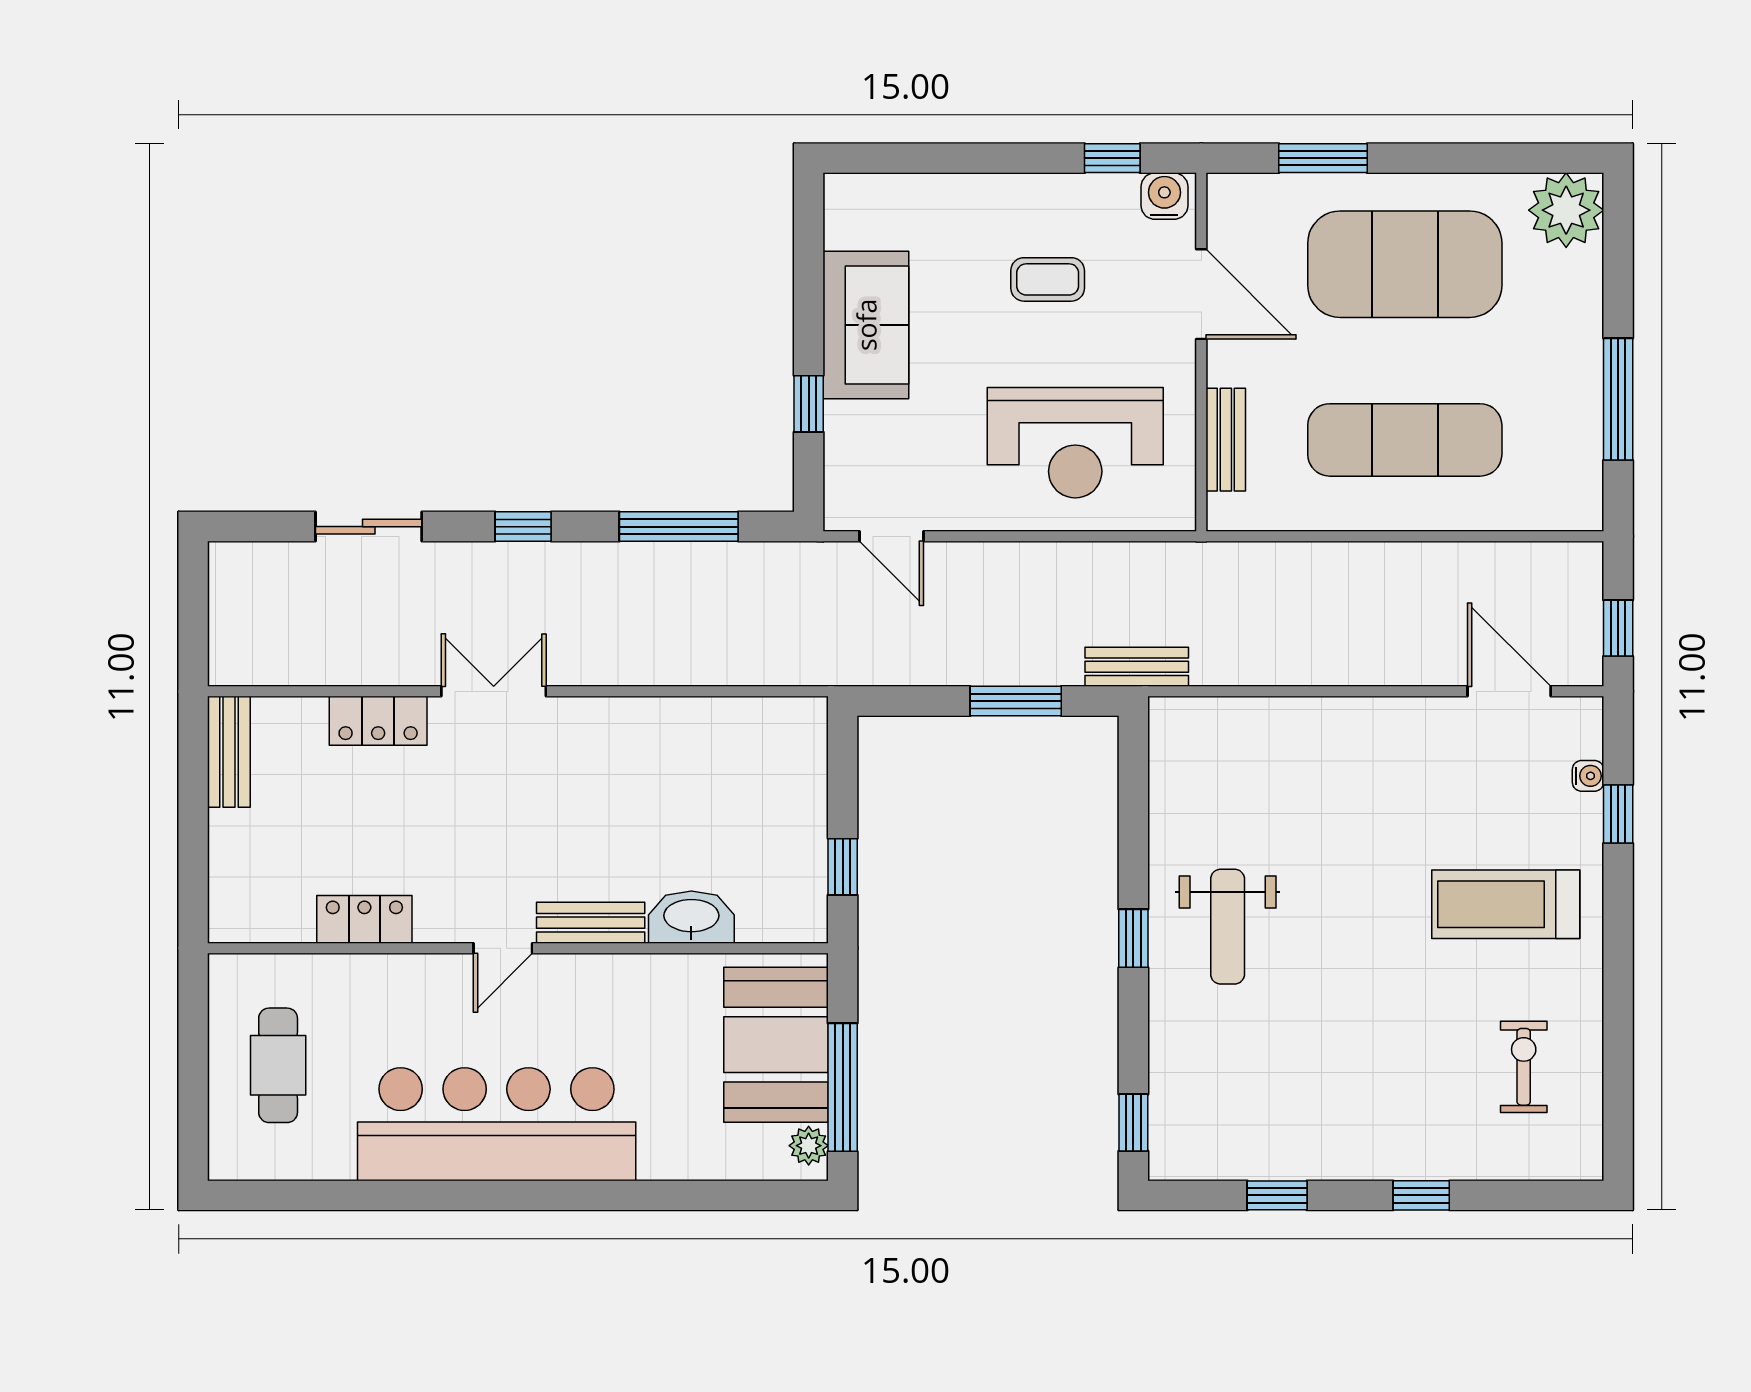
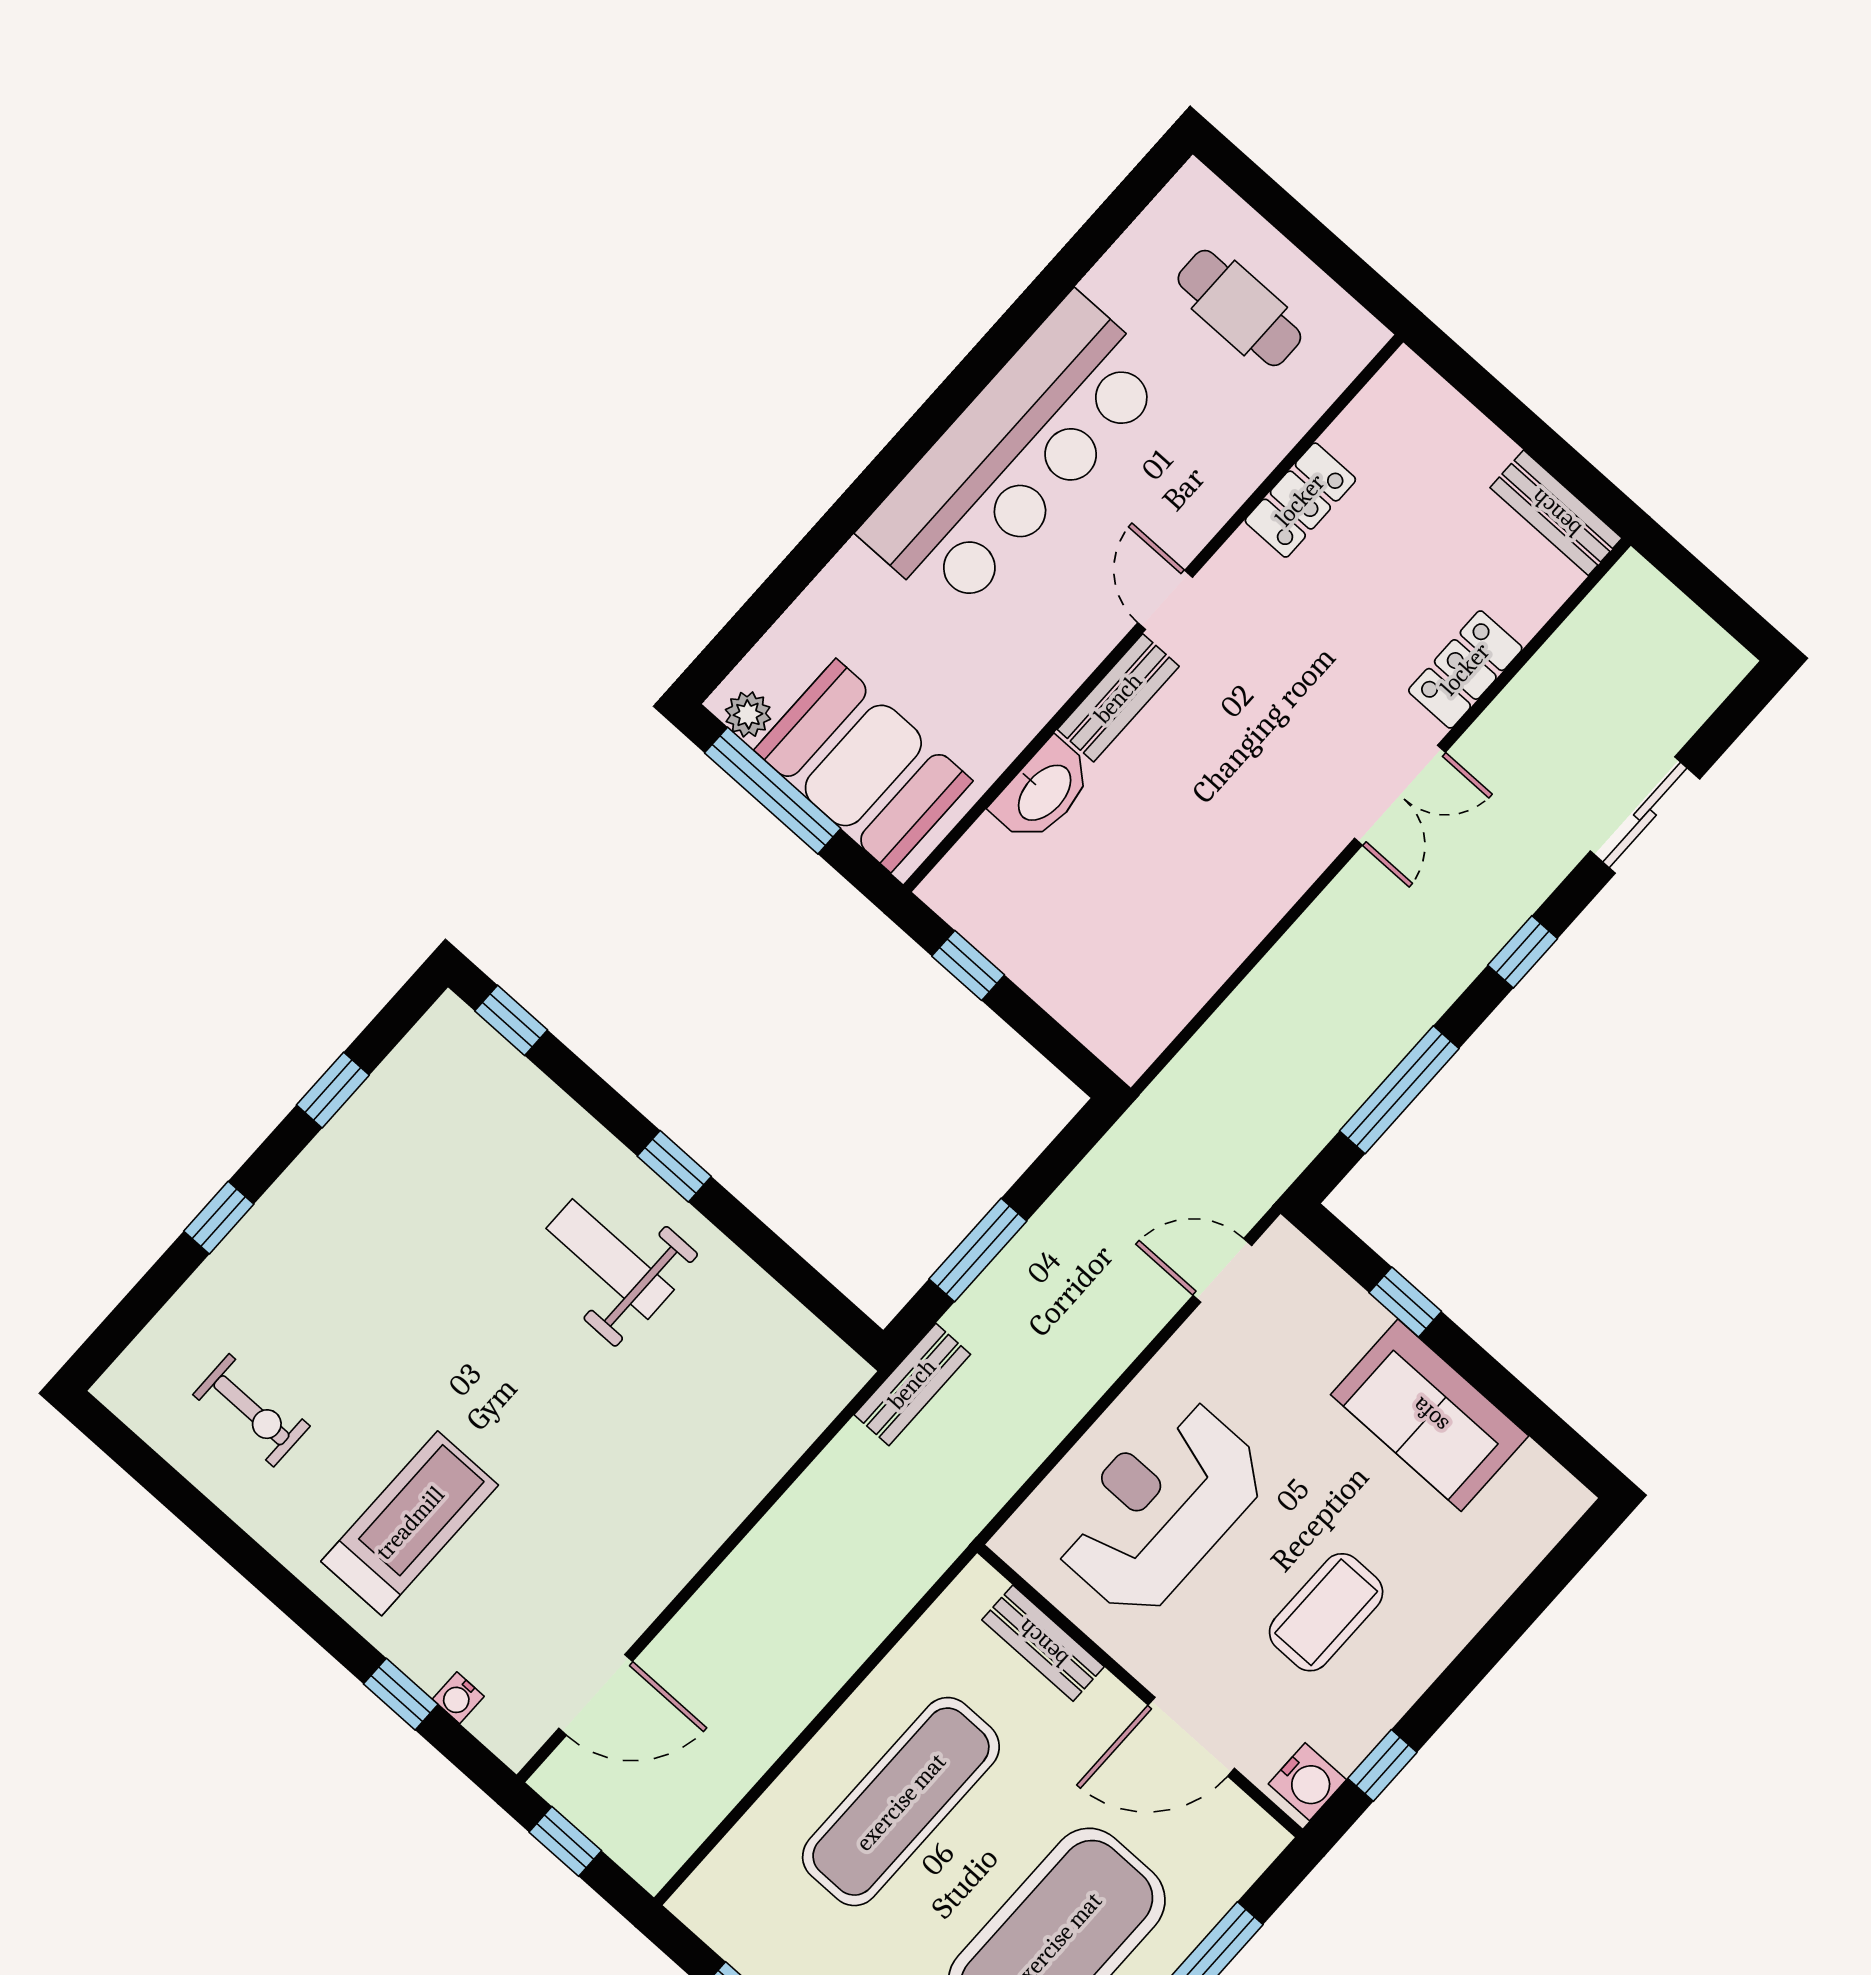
coffee table: (1048, 279) -> (1326, 1612), width x1.36, depth x1.30

